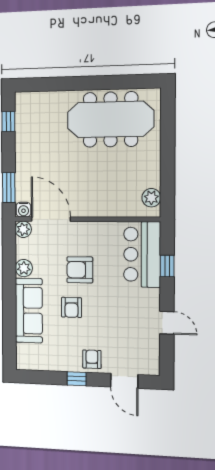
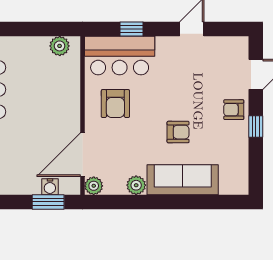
water cooler: (23, 210) -> (50, 187), moved, turned 90
armchair: (80, 270) -> (115, 104), moved

